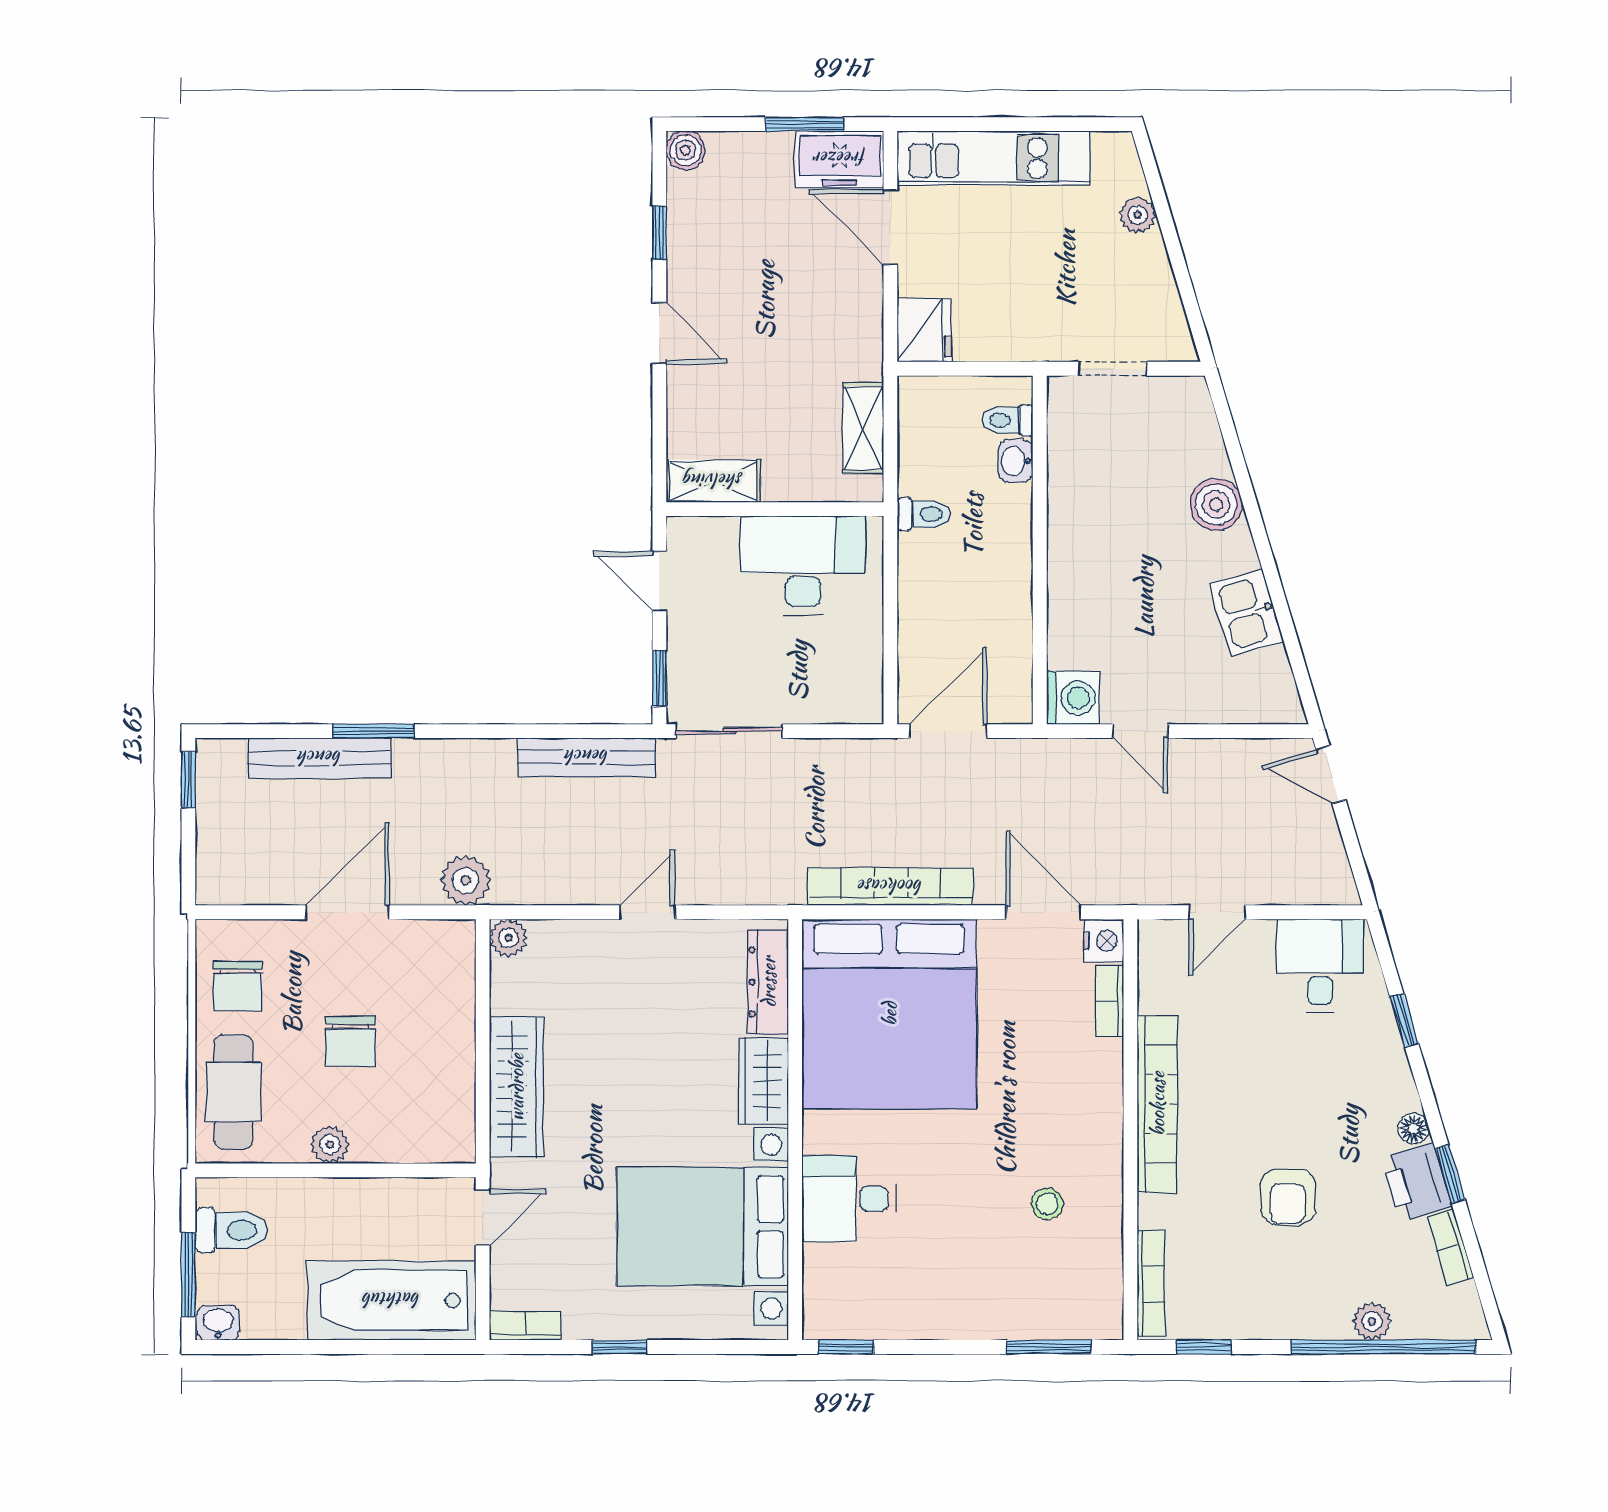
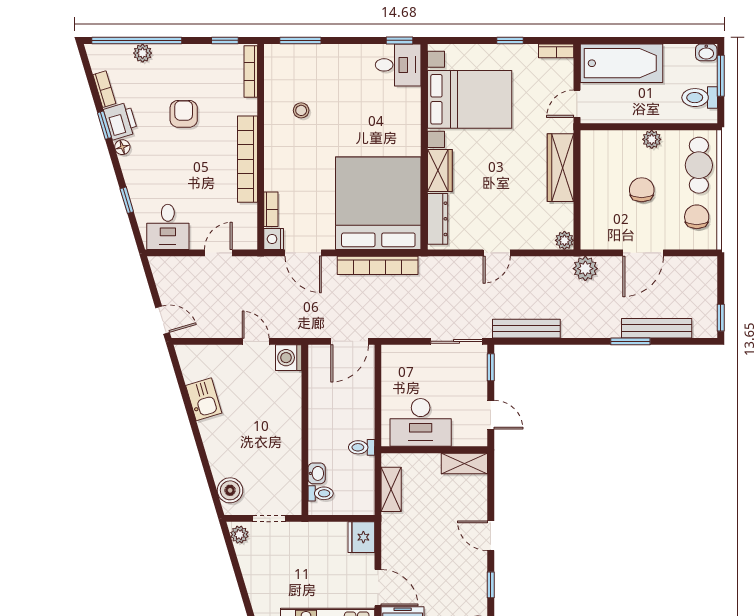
plant: (1138, 215) -> (239, 535), moved
boiler: (1216, 504) -> (230, 490), moved
desk: (849, 1199) -> (398, 65), moved

